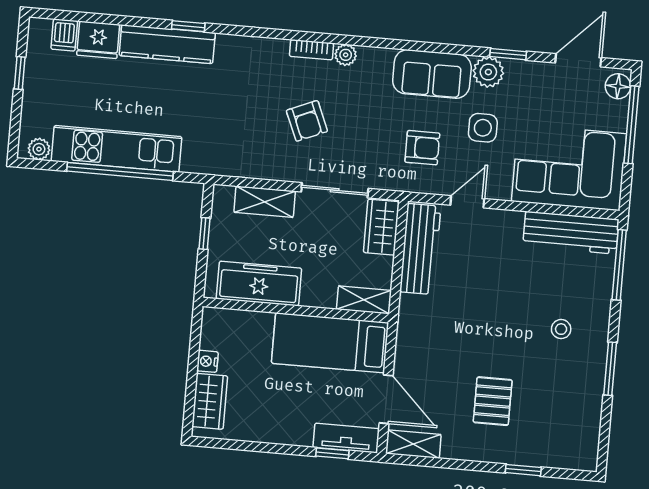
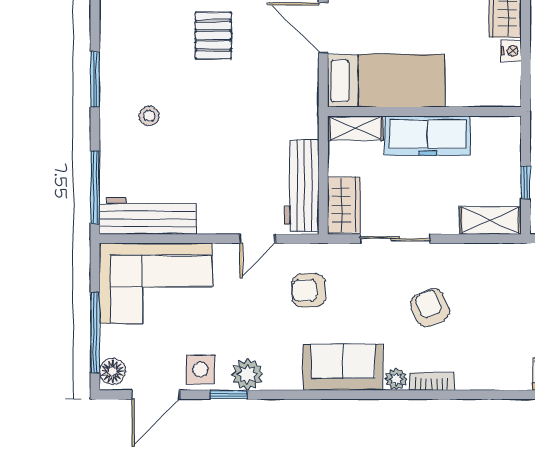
sofa: (432, 74) -> (343, 367), moved
side table: (483, 128) -> (200, 370), moved
shelving: (265, 202) -> (490, 220), moved
freezer: (259, 283) -> (428, 136), moved

